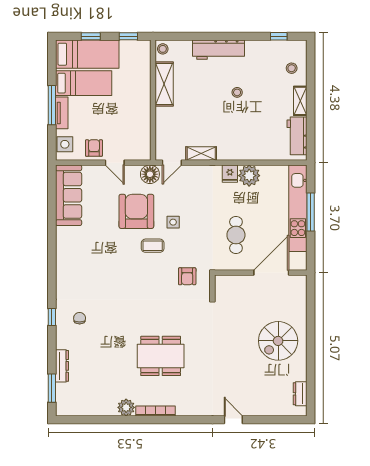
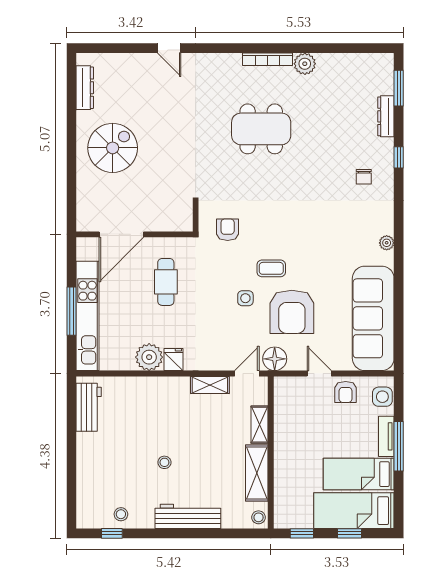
stool: (292, 68) -> (121, 514), moved
shelving: (300, 101) -> (260, 425), moved
sofa: (69, 195) -> (373, 318), width x1.36, depth x1.27
plant: (61, 266) -> (387, 243), added
window: (52, 317) -> (399, 157), moved
dresser: (300, 394) -> (85, 88), width x1.44

